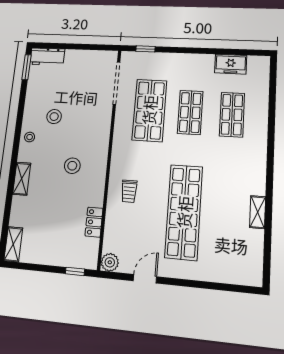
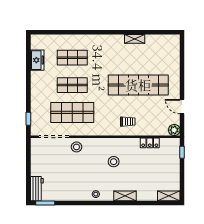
stool: (54, 117) -> (77, 147), moved

